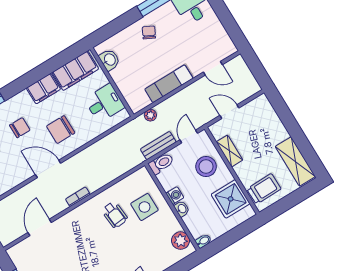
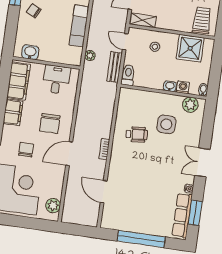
shelving: (229, 151) -> (143, 20), moved
stool: (206, 167) -> (155, 47), width x0.53, depth x0.53
washing machine: (175, 196) -> (183, 87), moved
side table: (144, 207) -> (166, 124), moved

